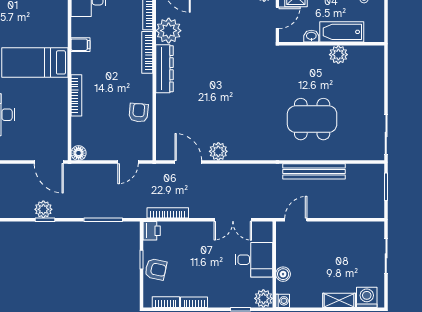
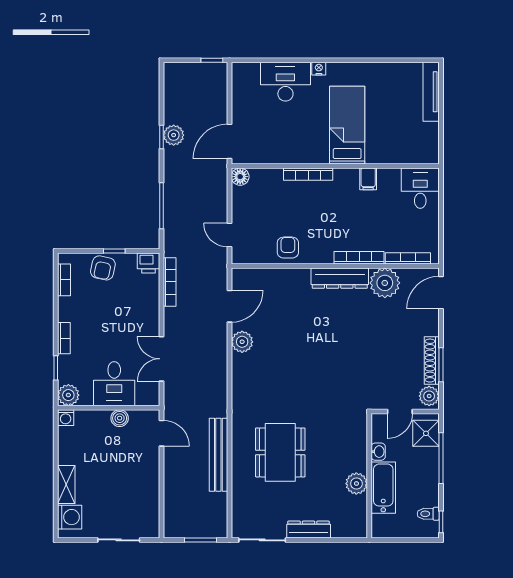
door: (277, 18) -> (400, 411), hinge flipped
dresser: (377, 95) -> (309, 530), added
armchair: (139, 113) -> (288, 248), turned -95
boiler: (283, 274) -> (120, 418), moved
bookcase: (194, 302) -> (64, 338), moved

